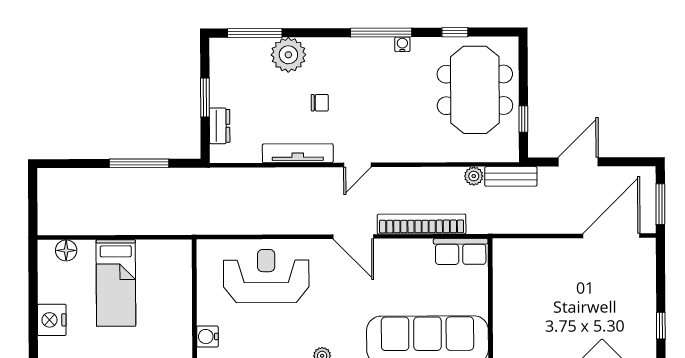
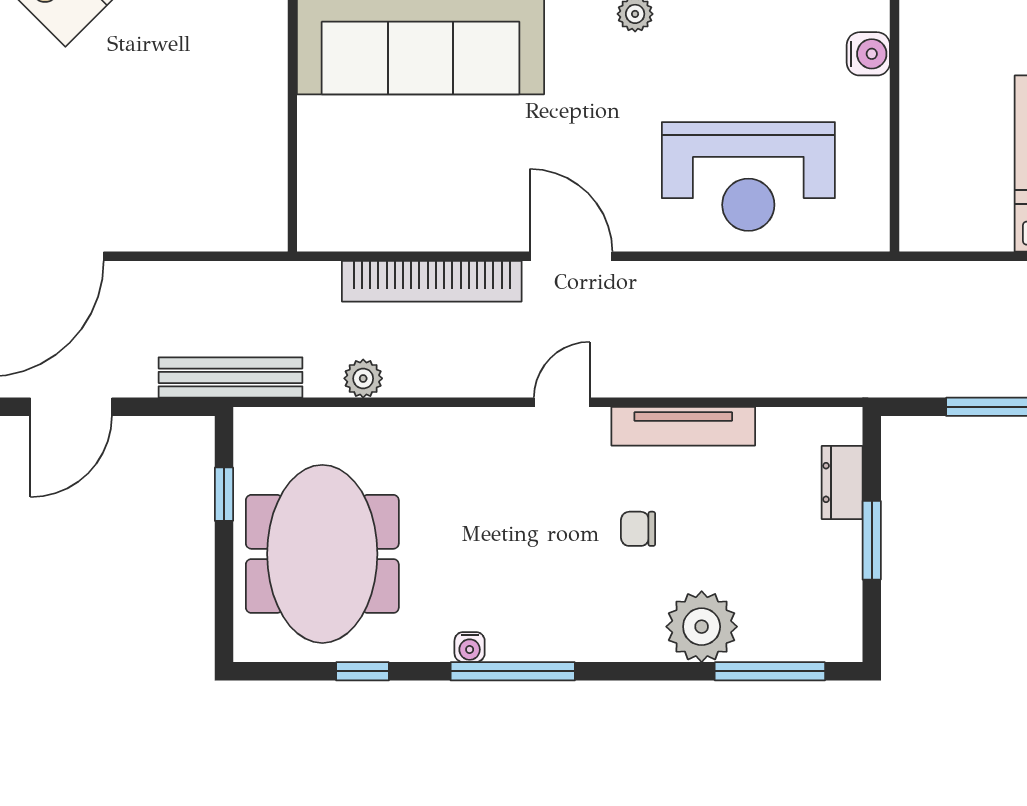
door: (578, 162) -> (71, 407), moved
plant: (474, 176) -> (363, 378), moved
bench: (511, 176) -> (231, 377), width x1.36
row of seats: (461, 251) -> (352, 225), removed

